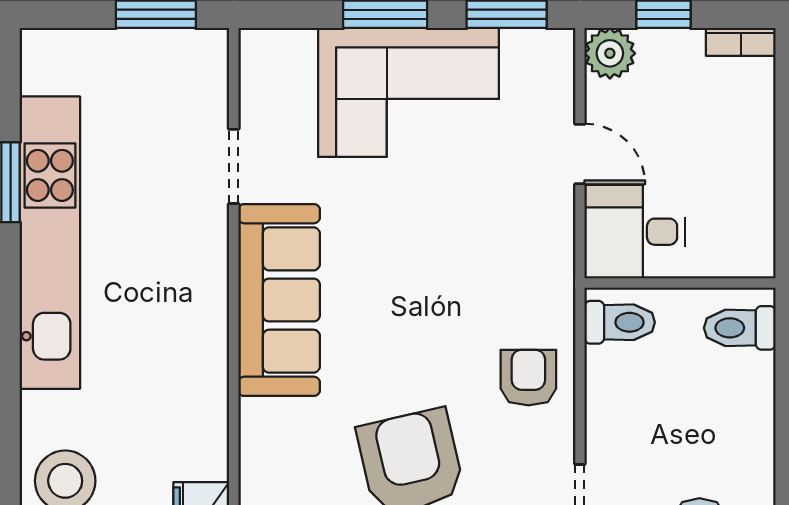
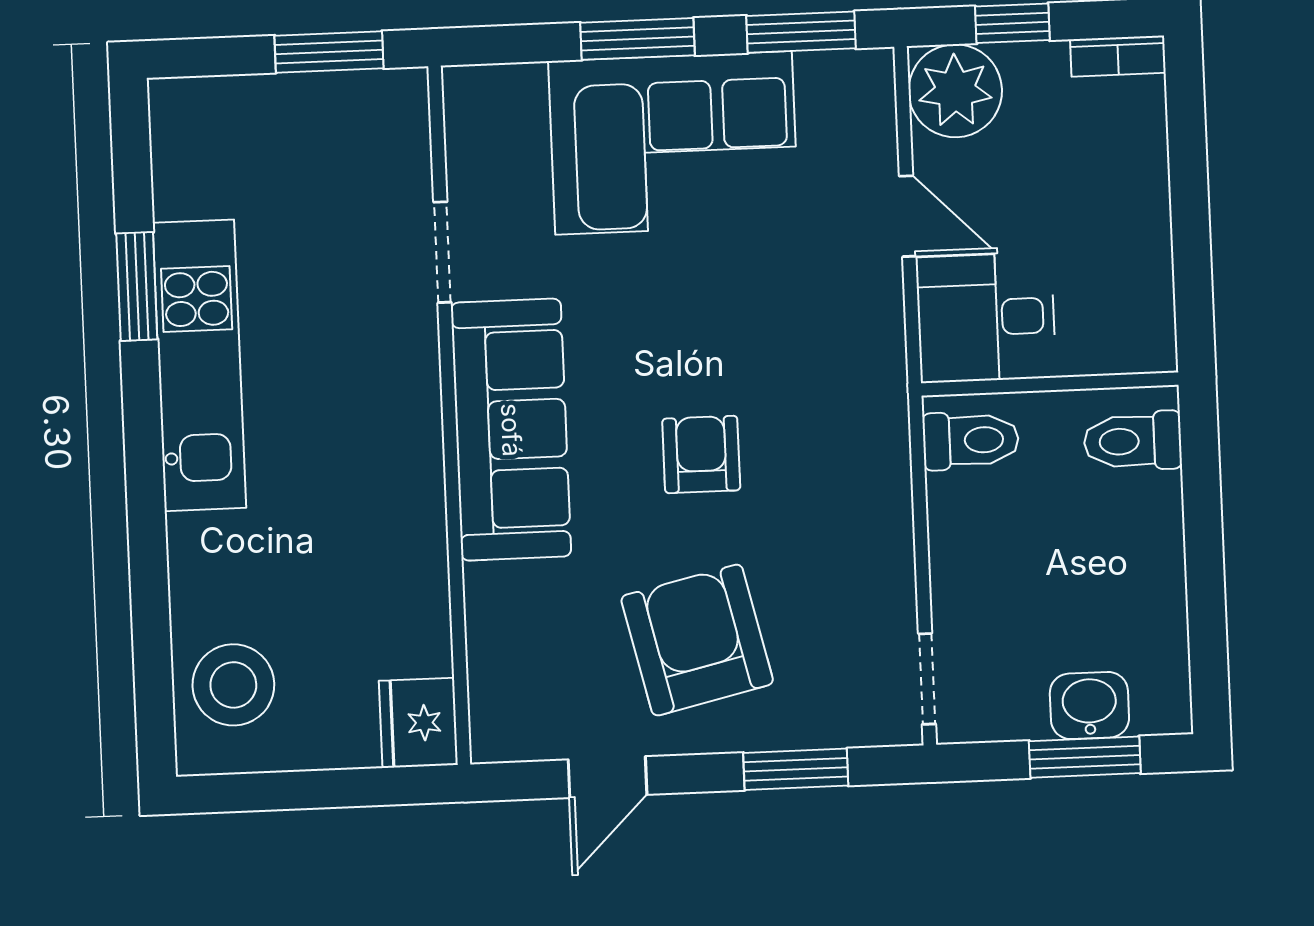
plant: (610, 53) -> (955, 91), width x1.36, depth x1.36
kitchen unit: (50, 243) -> (199, 365), width x0.73
armchair: (528, 378) -> (701, 454), moved

